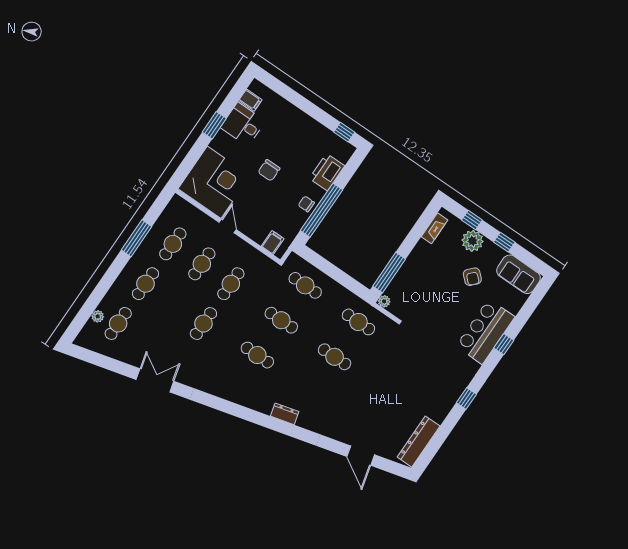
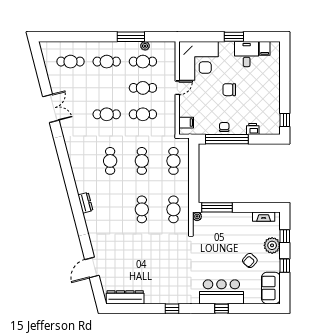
printer: (327, 172) -> (253, 129), width x0.53, depth x0.68
plant: (98, 316) -> (145, 46), moved

